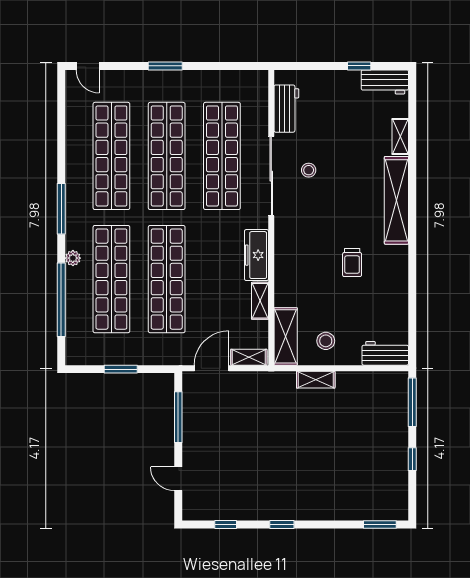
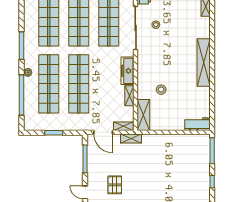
shelving: (396, 200) -> (204, 63), moved
trolley: (352, 263) -> (179, 75), removed
stool: (326, 341) -> (161, 90), moved
door: (212, 368) -> (103, 132), swing flipped
shelving: (316, 380) -> (131, 138), moved
pallet: (233, 465) -> (115, 185), added

